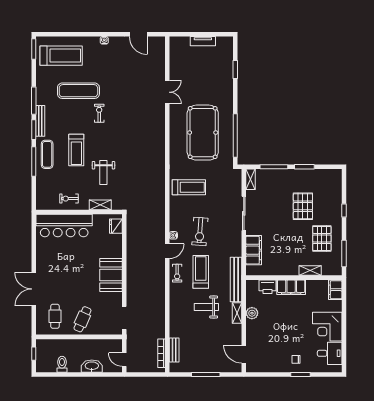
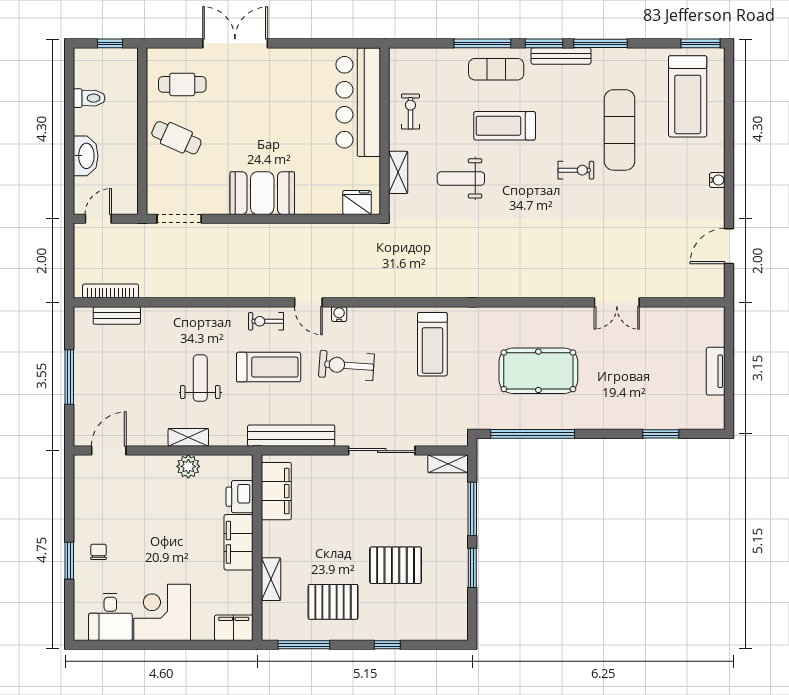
pool table: (203, 133) -> (538, 371), width x0.73, depth x0.76
filing cabinet: (254, 250) -> (276, 491), moved, turned -90
bench: (236, 279) -> (291, 436), moved

